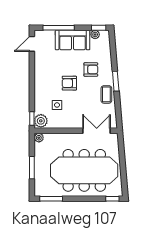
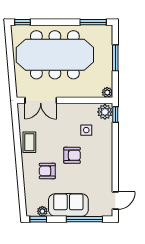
window: (116, 81) -> (19, 158), removed

